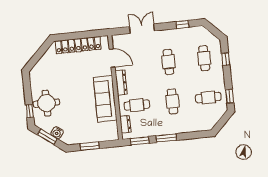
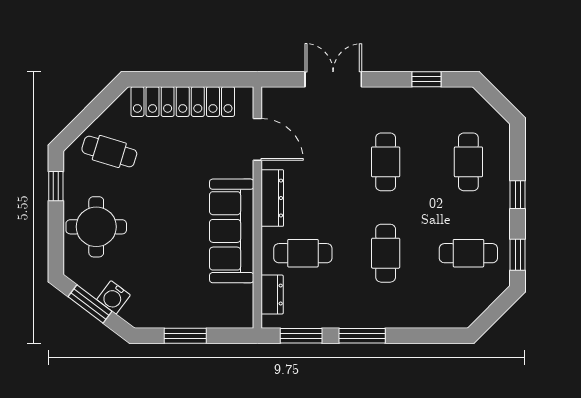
window: (226, 59) -> (518, 195), moved
cafe table: (49, 70) -> (109, 151), added
window: (30, 111) -> (56, 186), moved

